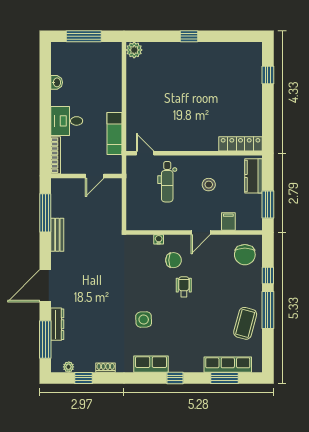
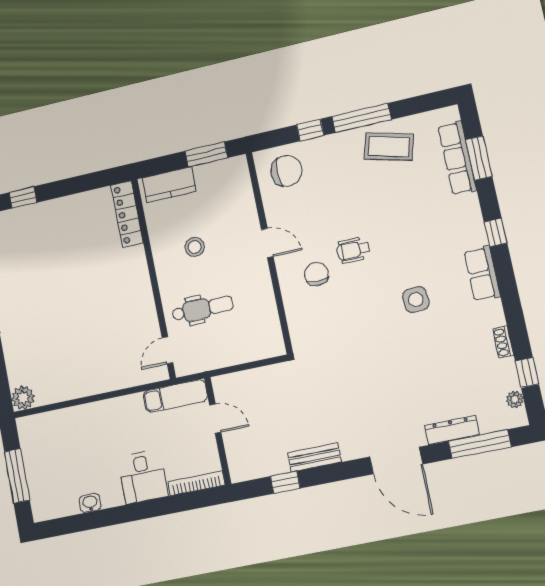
exam couch: (114, 134) -> (175, 396), moved
window: (45, 213) -> (285, 482), width x0.46
filing cabinet: (228, 221) -> (243, 206), removed
water cooler: (159, 239) -> (290, 303), removed

